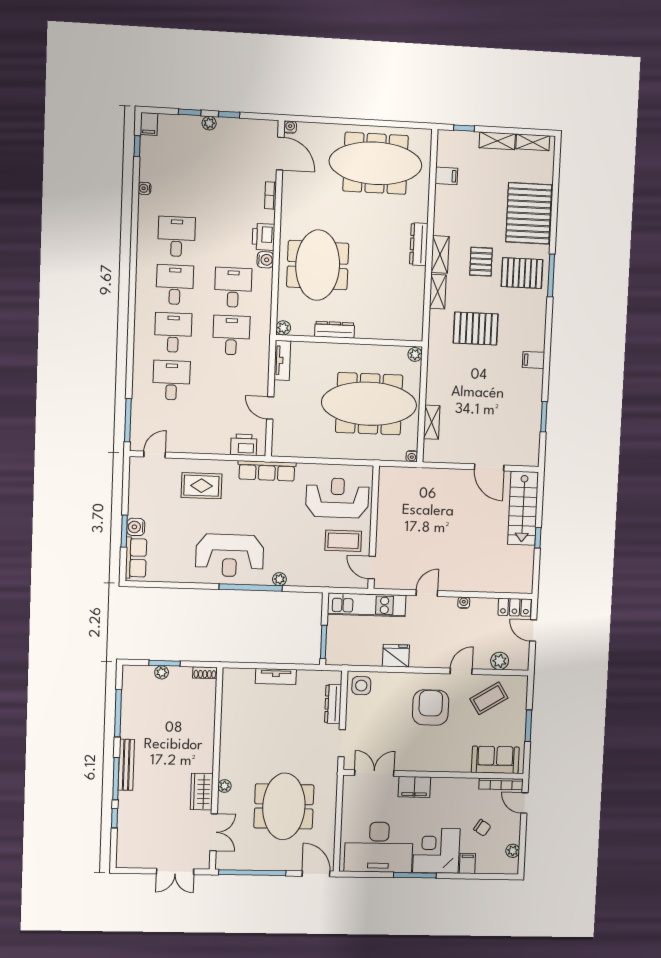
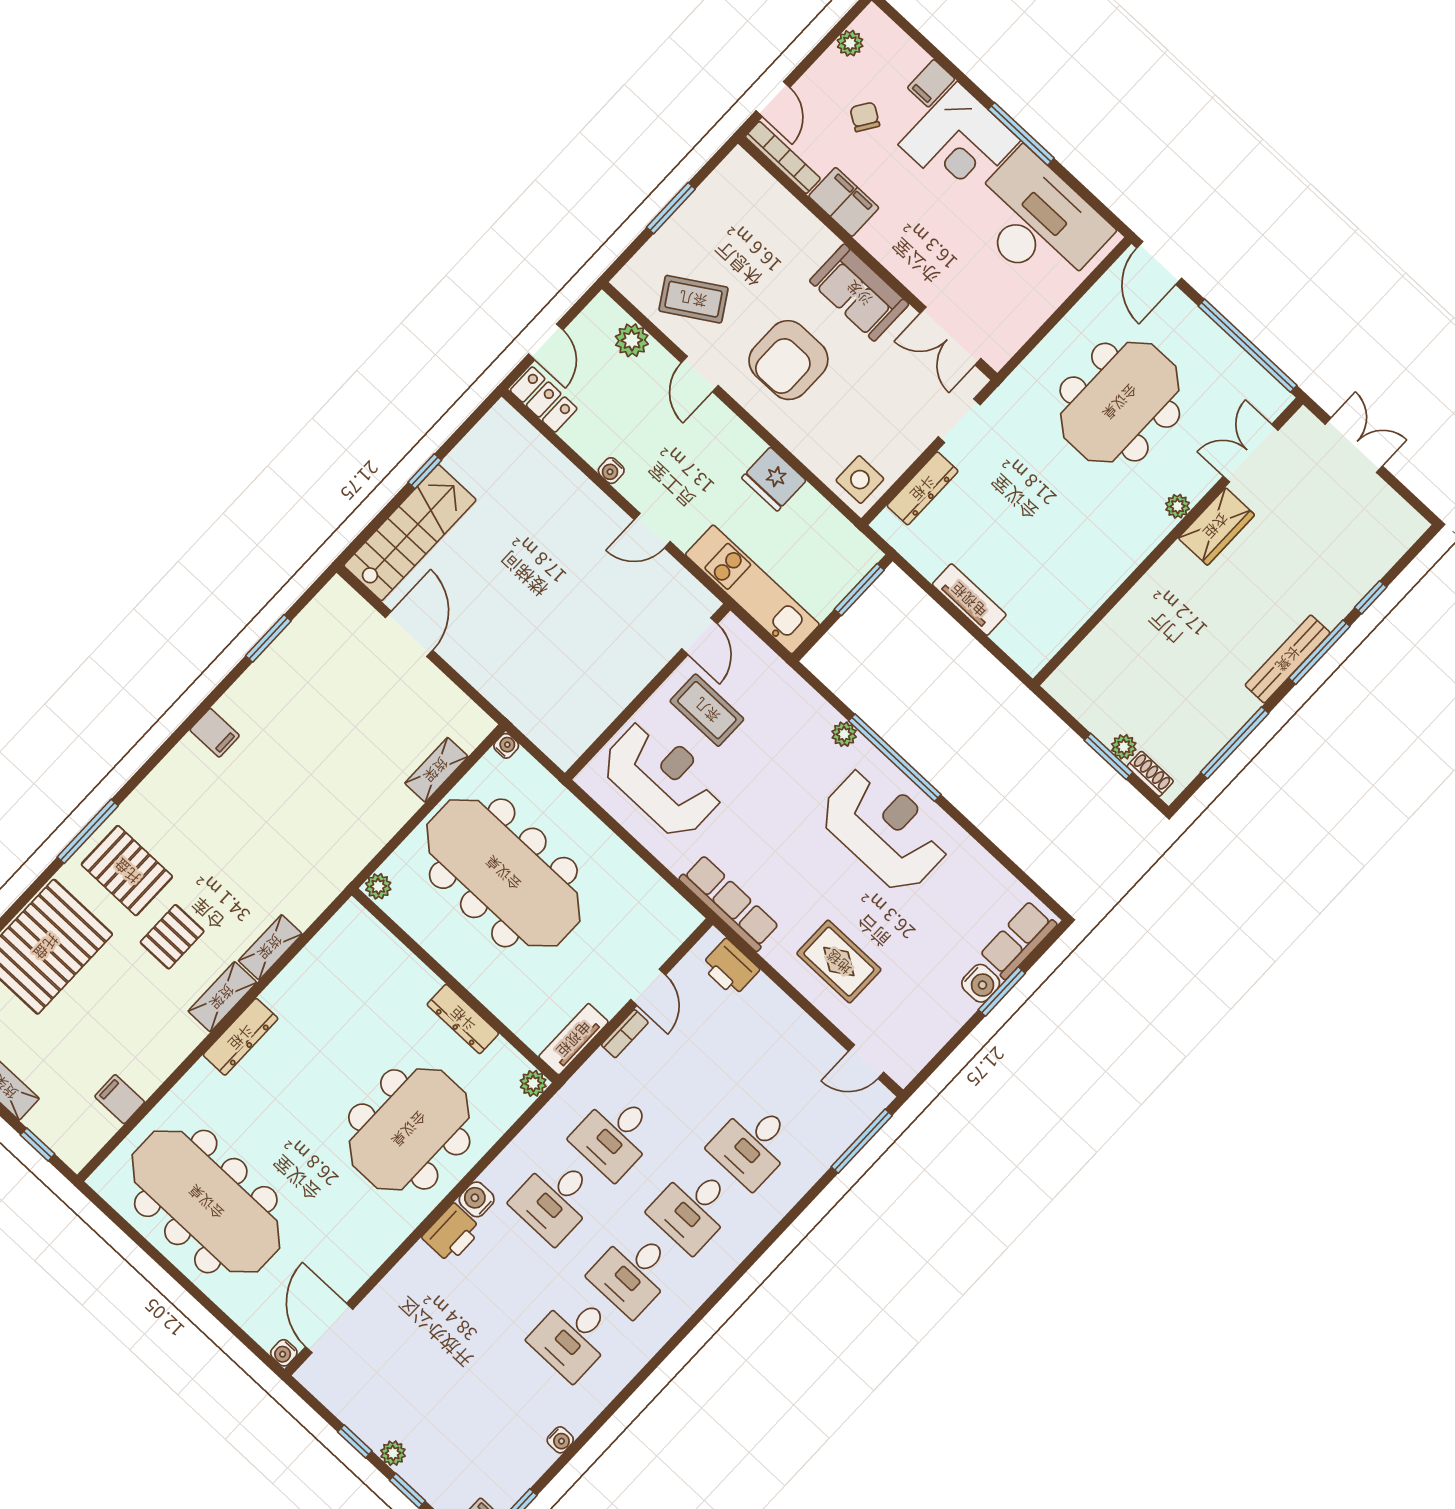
bookcase: (271, 195) -> (625, 1034), moved
pallet: (476, 329) -> (260, 849), removed
reception desk: (337, 498) -> (663, 779), turned 180
door: (461, 671) -> (700, 374), hinge flipped
shoe rack: (205, 673) -> (1150, 774), moved
sofa: (495, 760) -> (859, 293), moved
filing cabinet: (414, 787) -> (844, 202), moved

